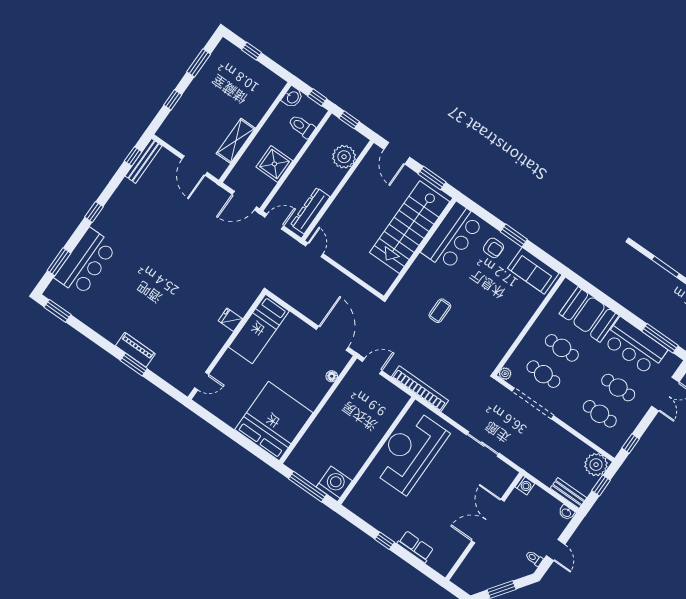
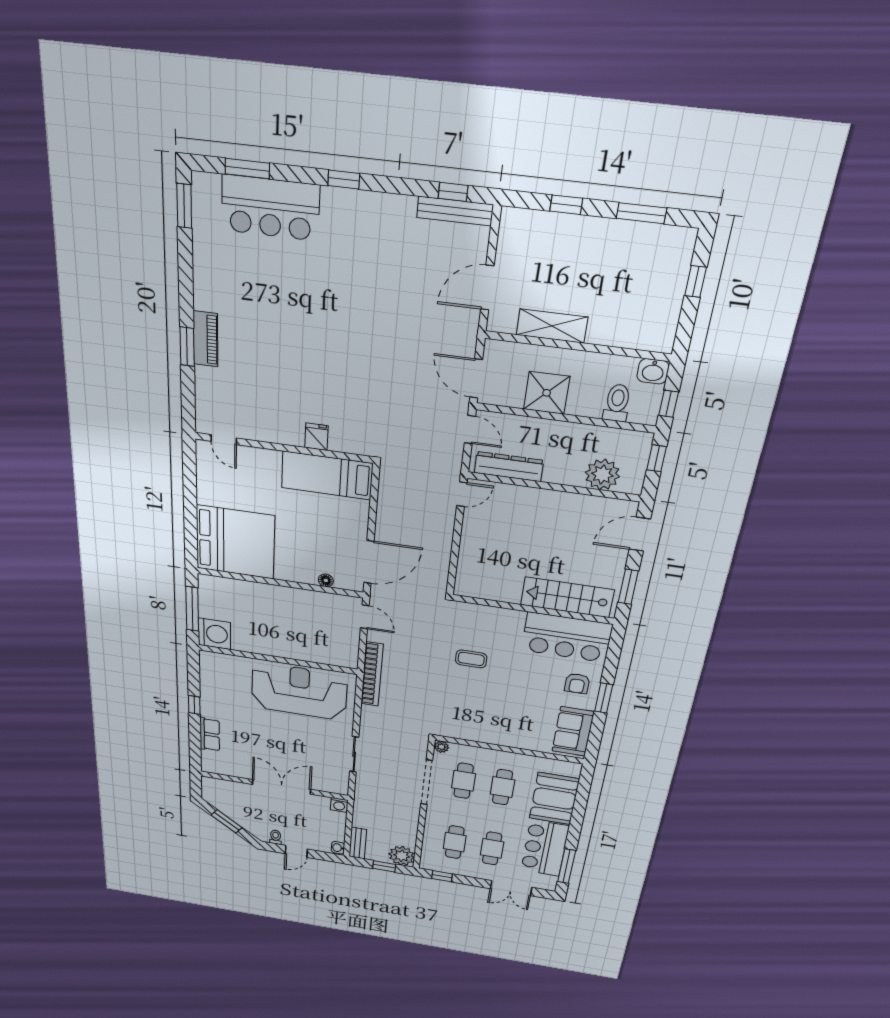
stairs: (410, 227) -> (567, 597), width x0.73, depth x0.66

